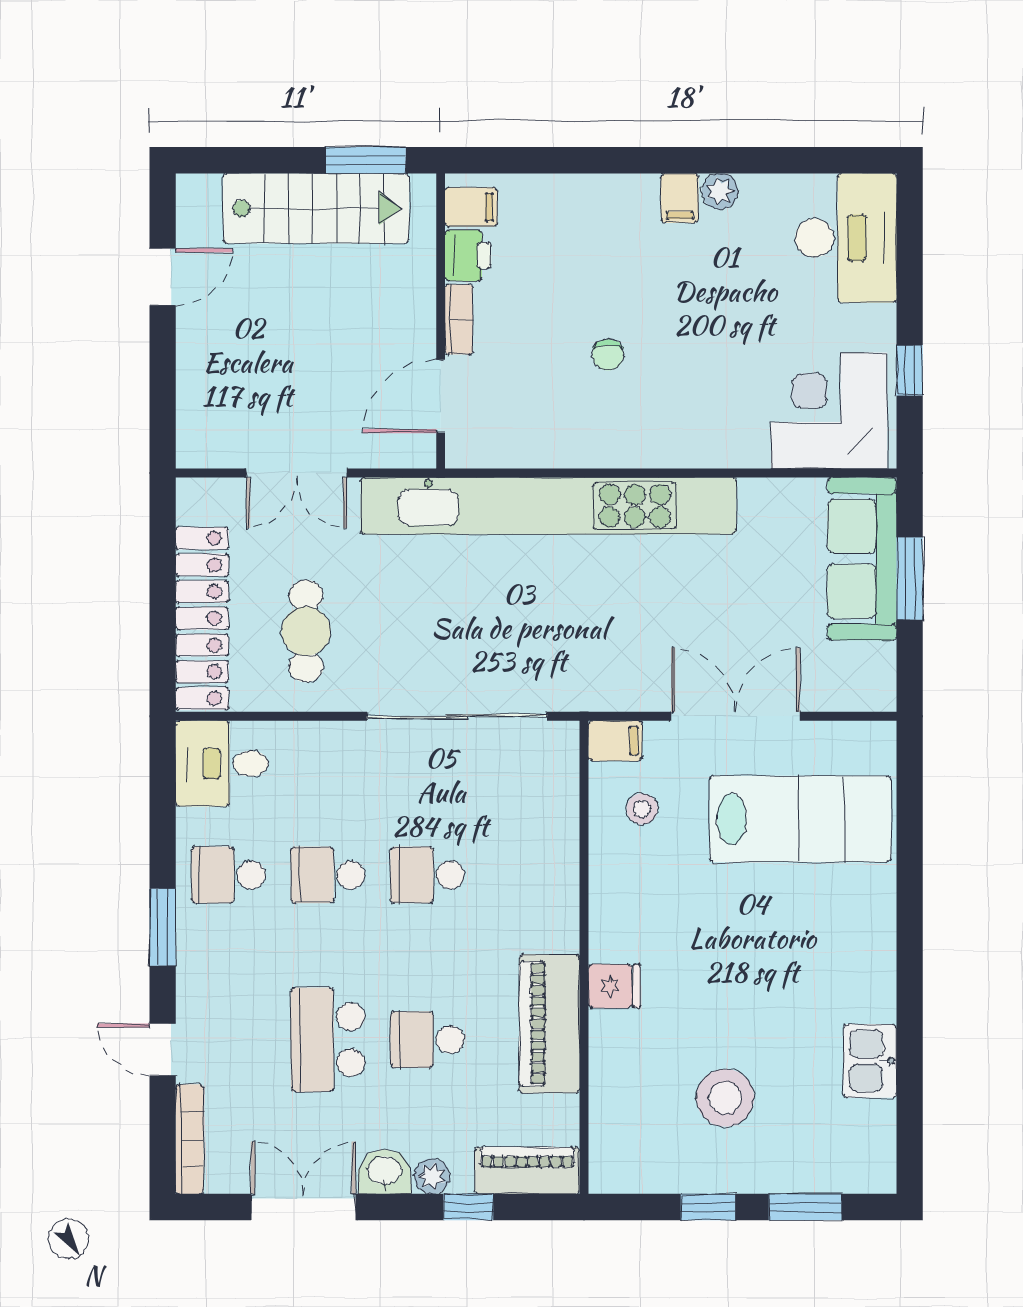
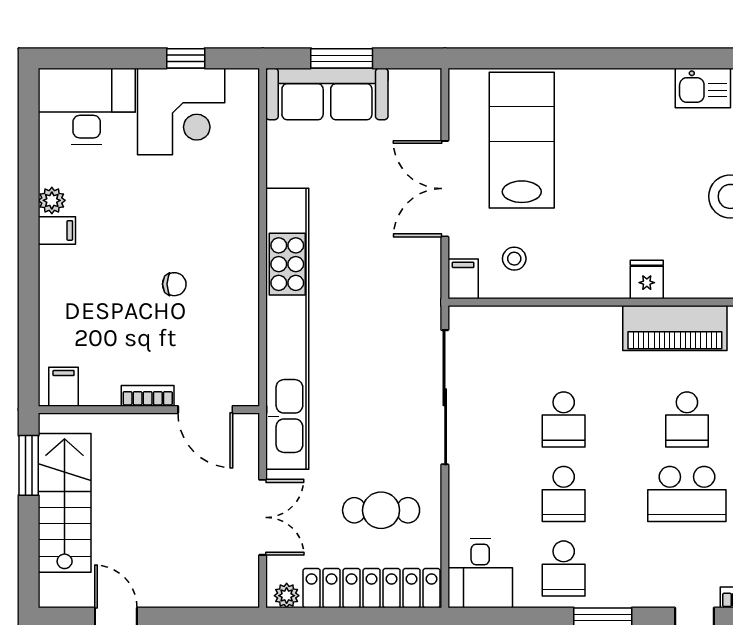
printer: (468, 255) -> (100, 389), removed
corner desk: (829, 411) -> (181, 111), moved, turned -90
plant: (192, 505) -> (287, 596), added

